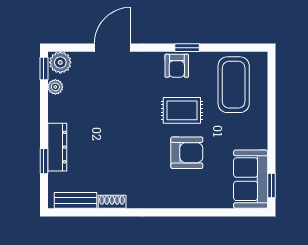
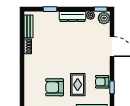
dresser: (57, 147) -> (72, 16), moved
armchair: (187, 153) -> (55, 87), turned 90

